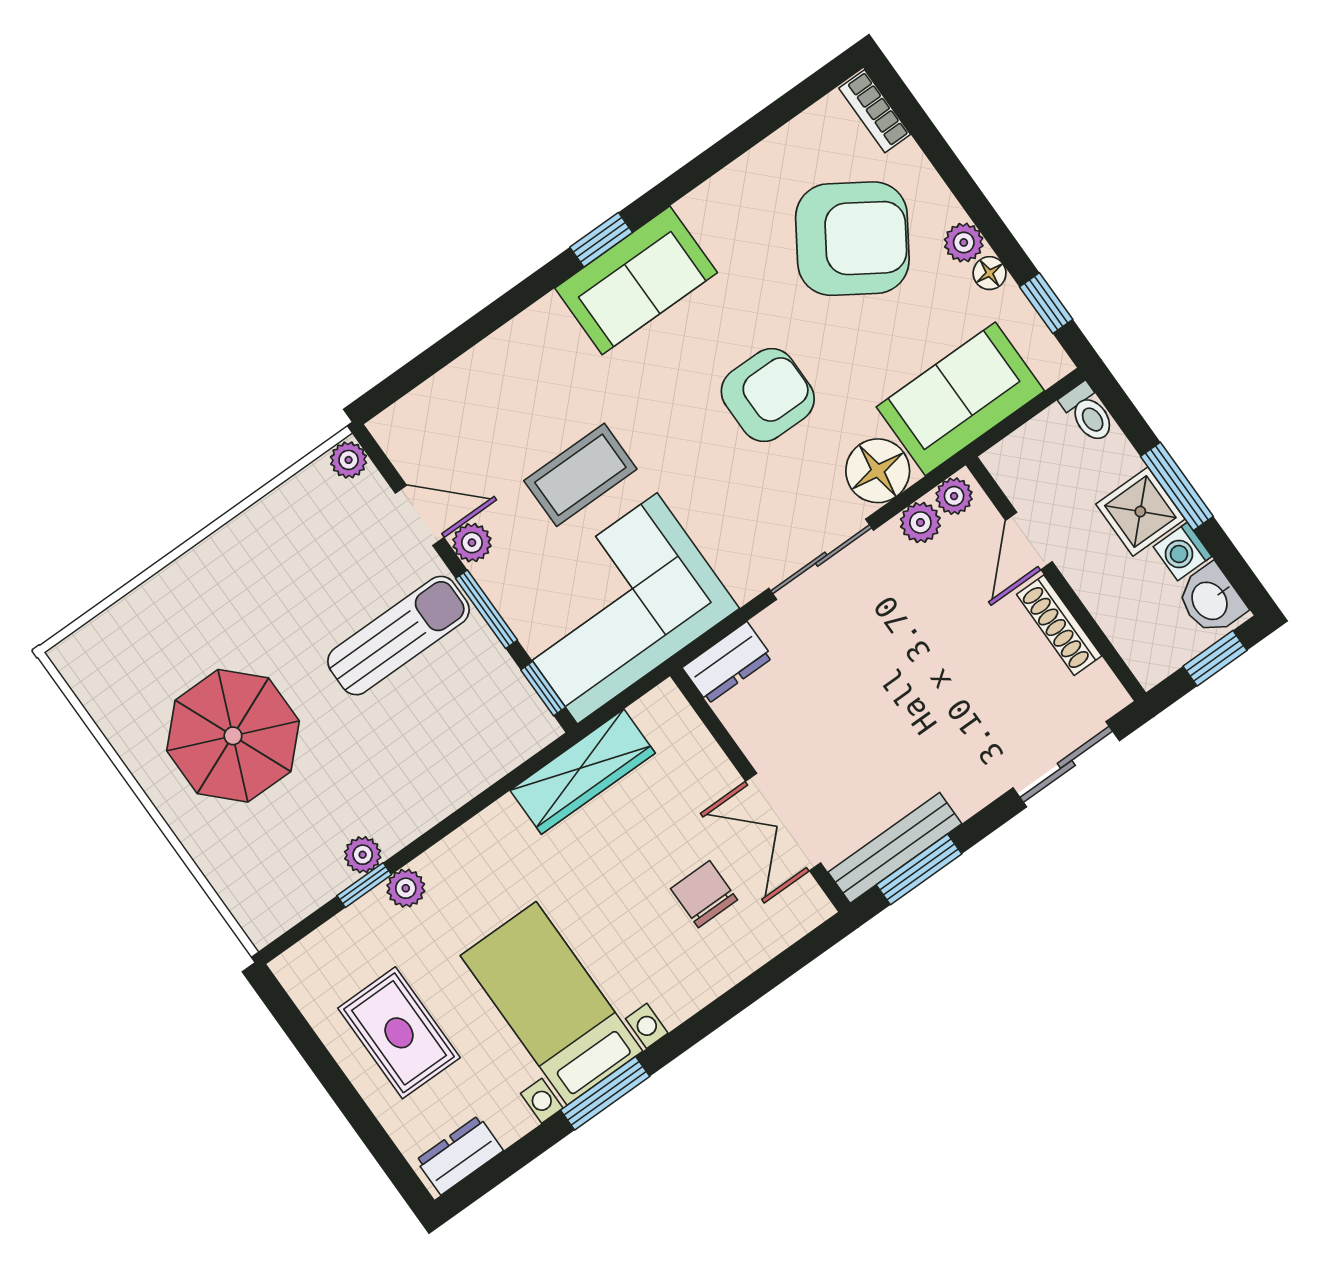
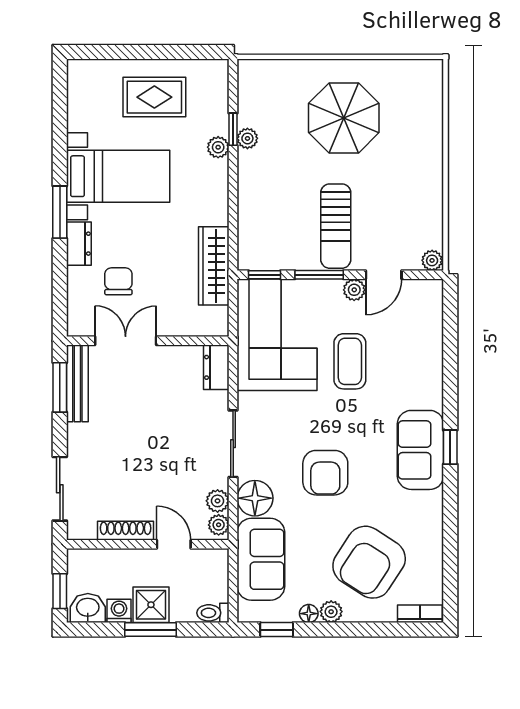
chair: (704, 894) -> (118, 281), turned -90
window: (605, 1093) -> (60, 212), moved
dresser: (460, 1155) -> (79, 244), moved

